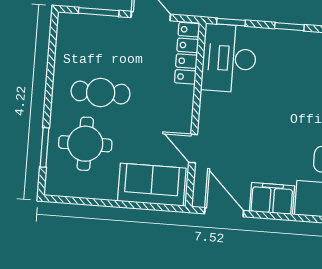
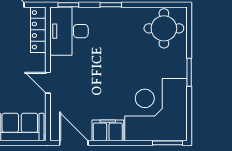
door: (193, 148) -> (48, 83), moved

